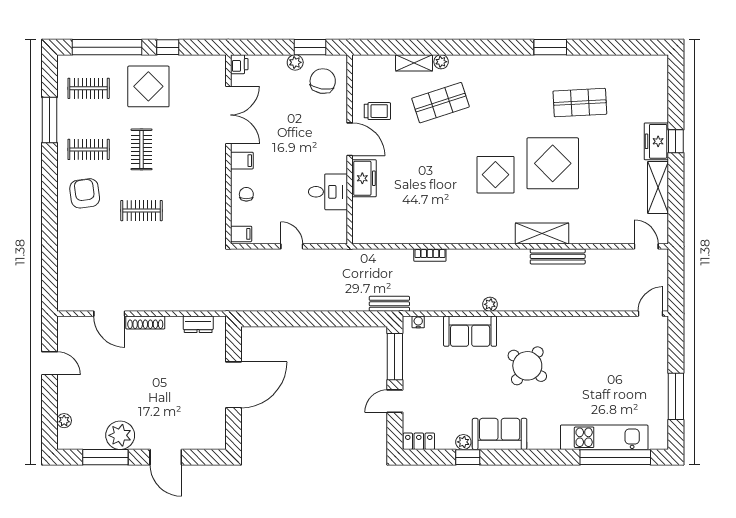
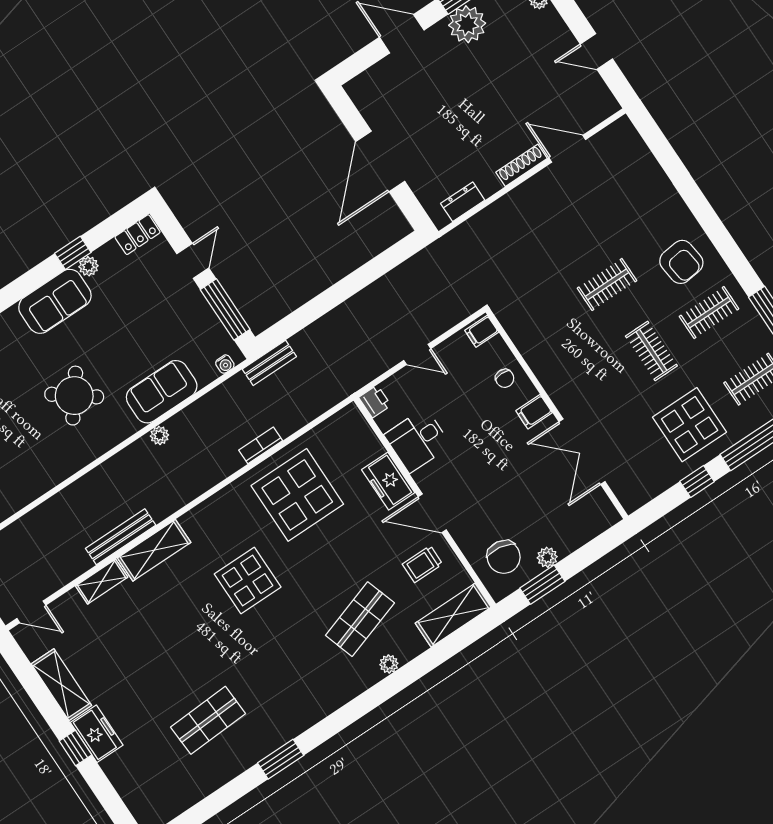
shelving: (414, 63) -> (453, 615), moved, width x1.50, depth x1.33
printer: (239, 64) -> (375, 401), moved, turned 180
display table: (553, 163) -> (297, 495), moved
shelving: (589, 236) -> (102, 582), added

